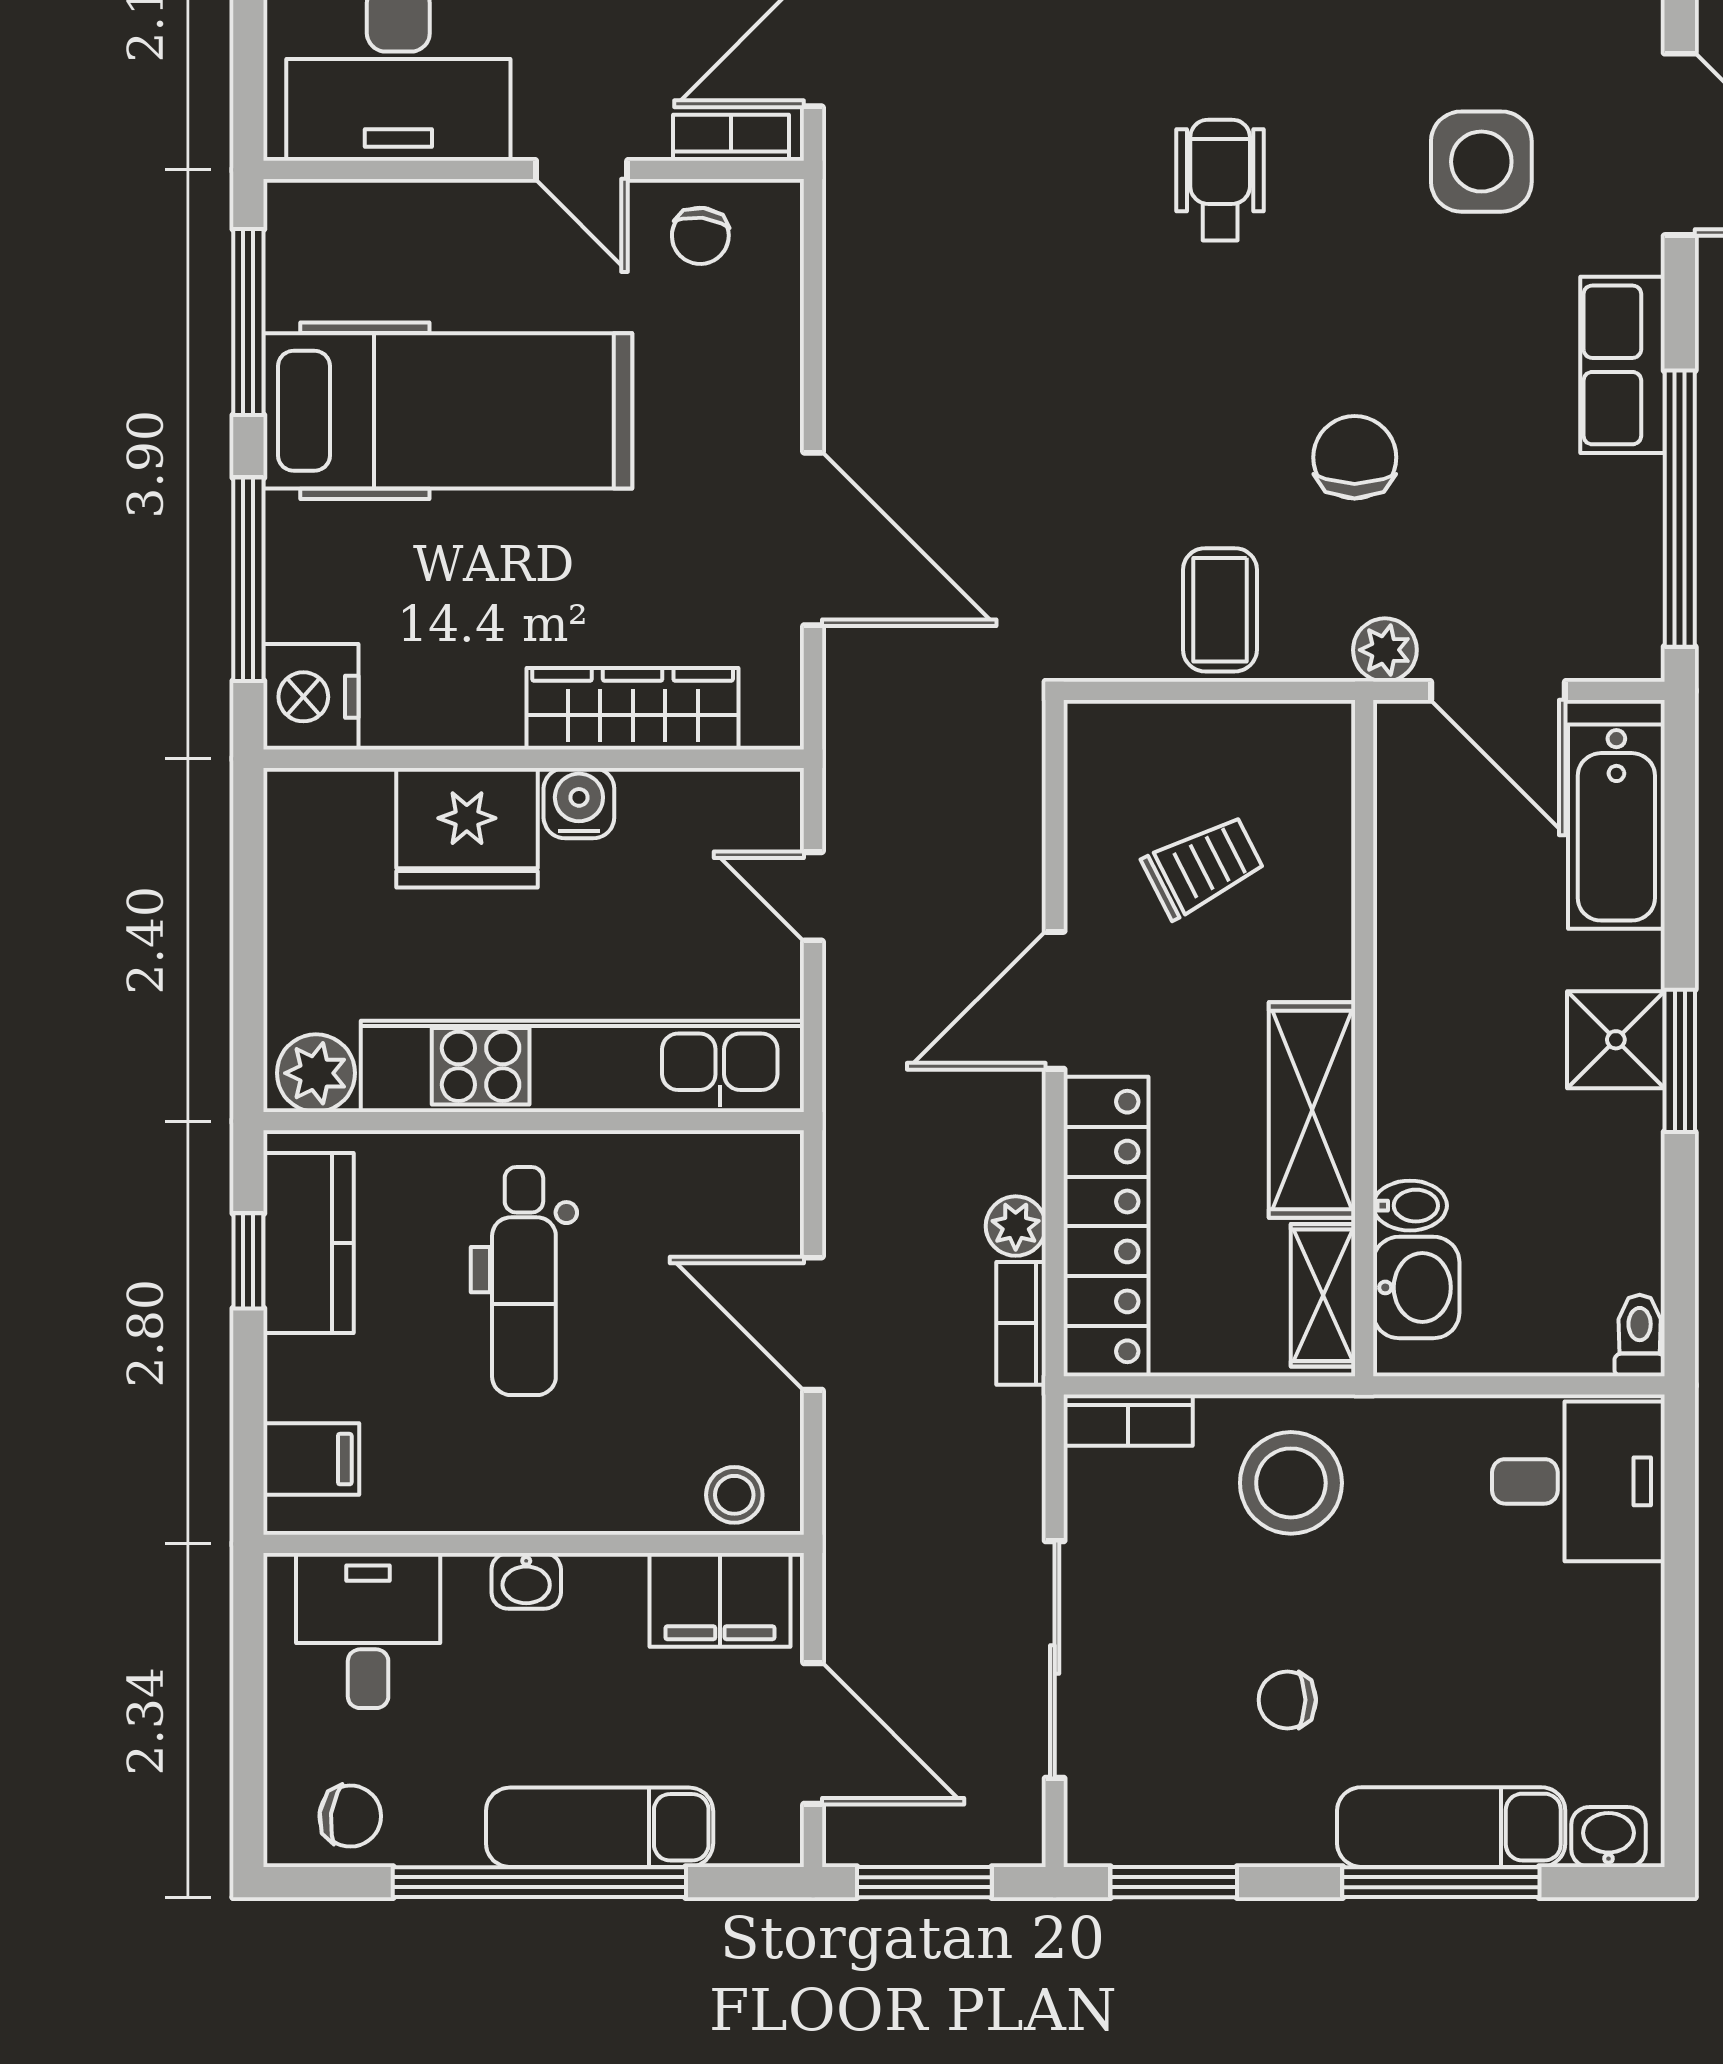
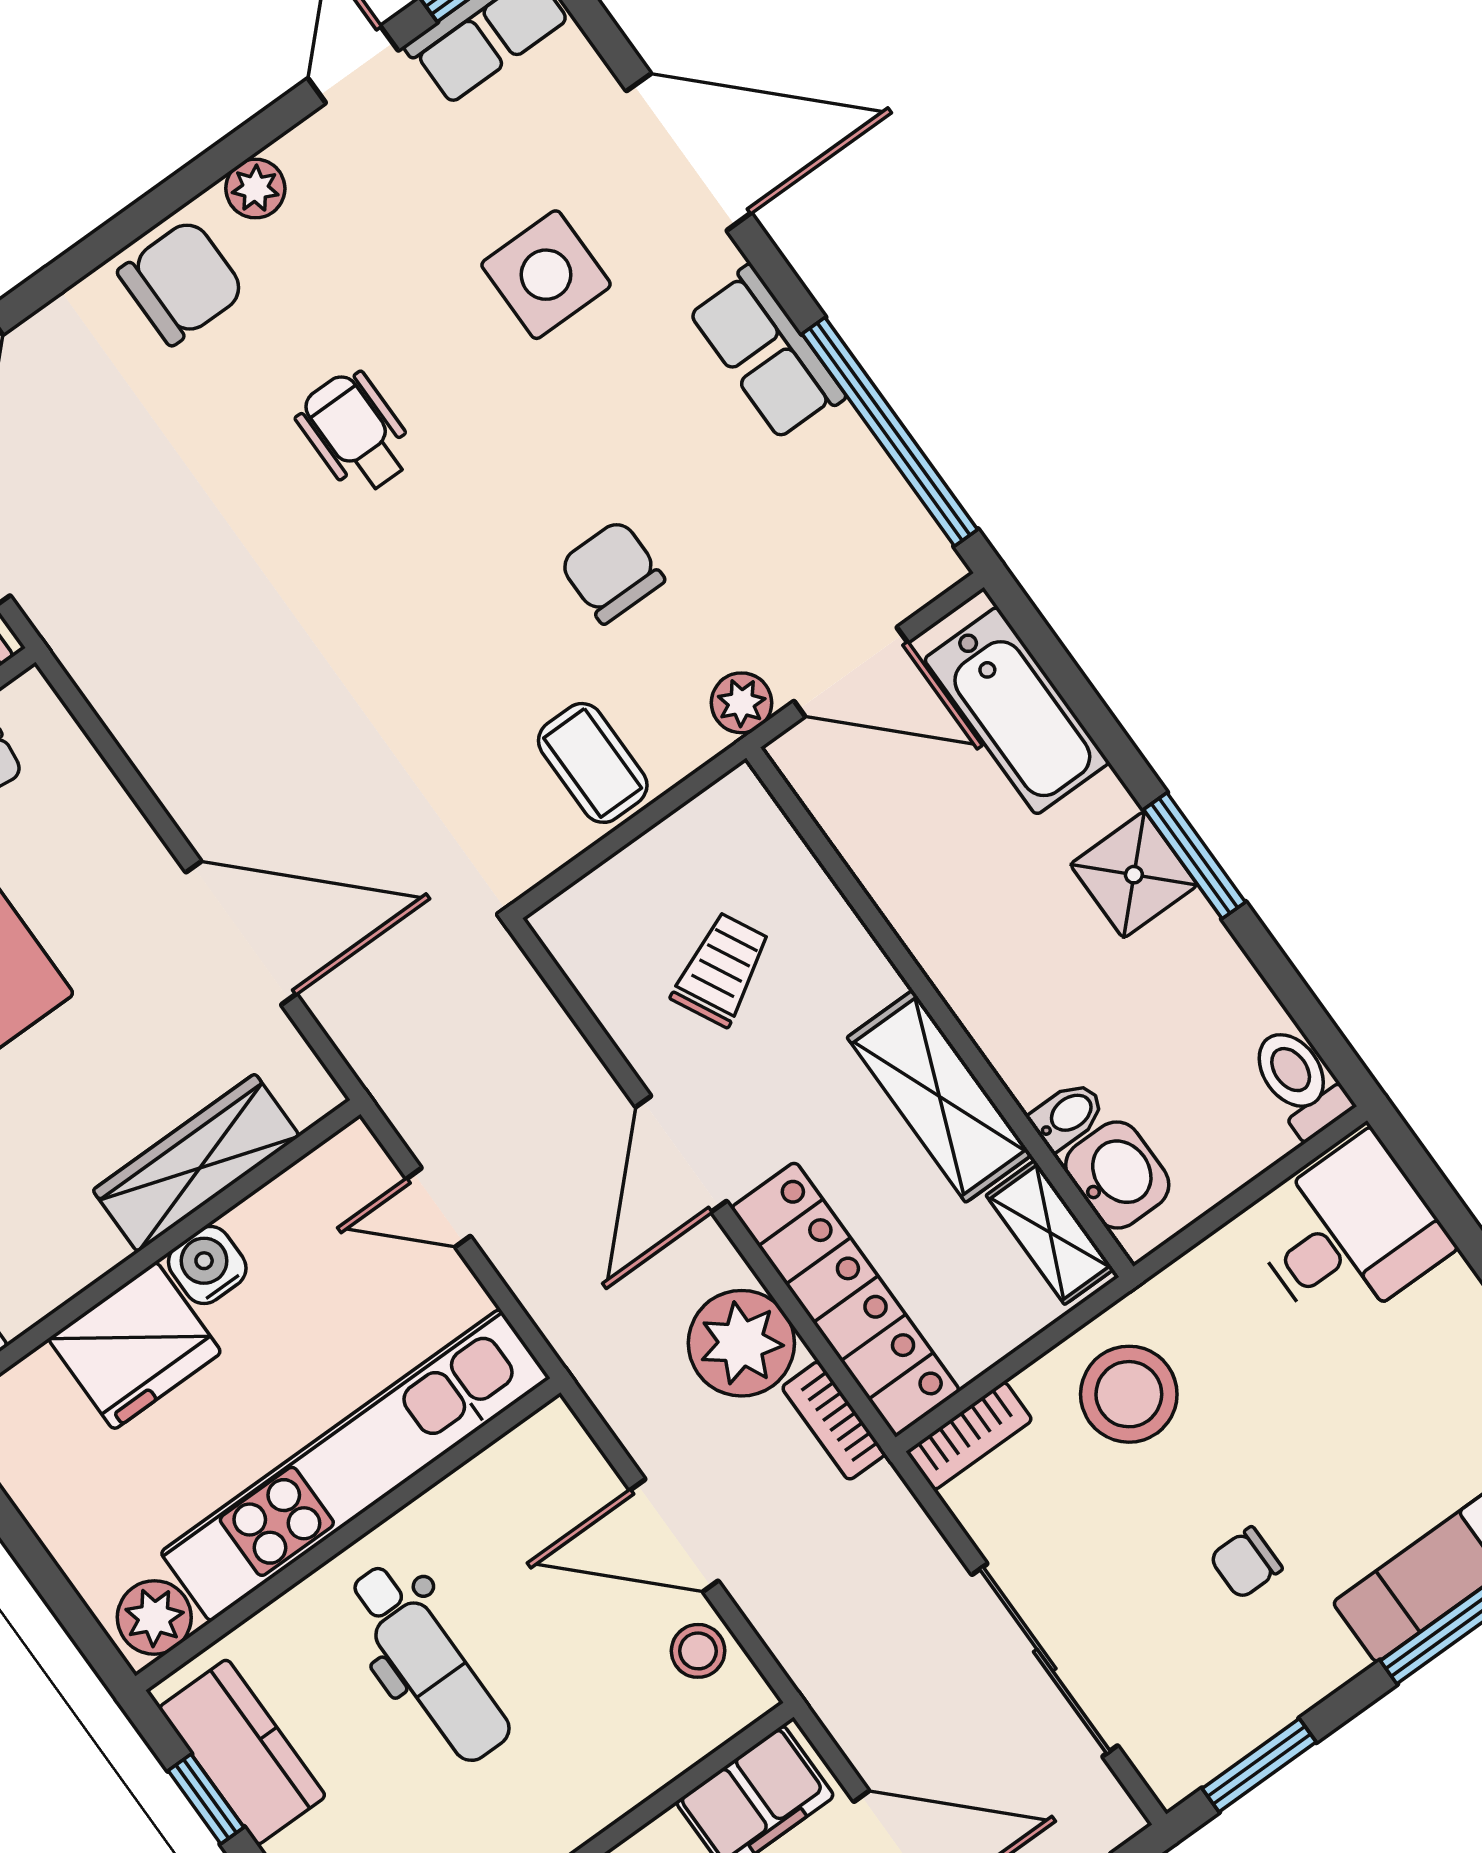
plant: (1016, 1226) -> (741, 1343), width x1.87, depth x1.87
toilet: (1640, 1336) -> (1299, 1082), width x1.37, depth x1.39
stool: (734, 1495) -> (698, 1651), moved

